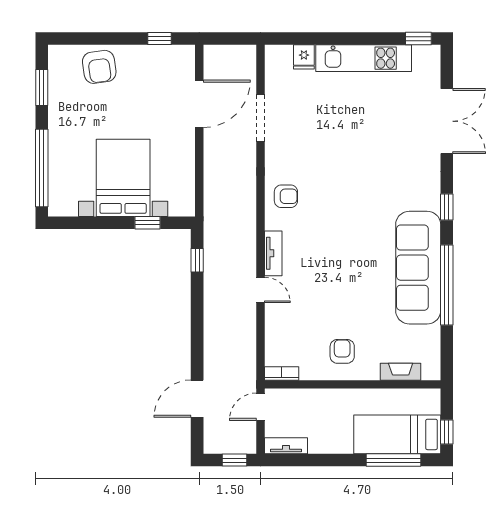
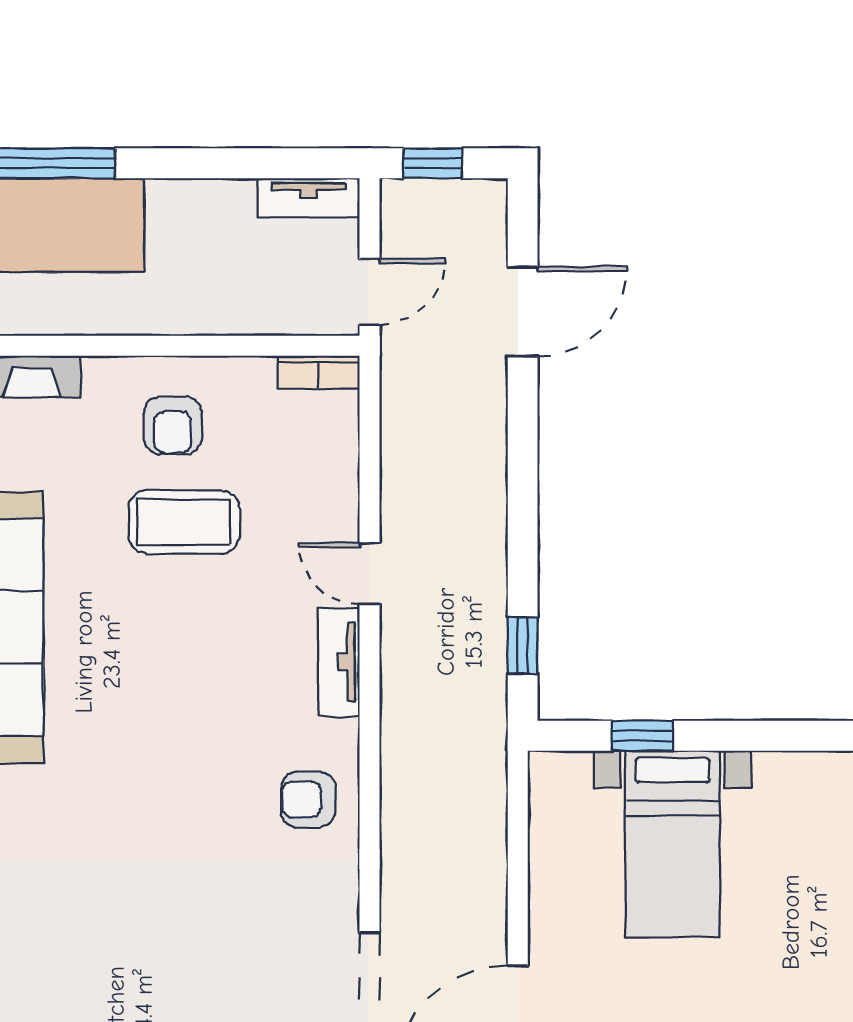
bed with nightstands: (123, 178) -> (673, 844), width x0.73
coffee table: (337, 311) -> (184, 522), added

